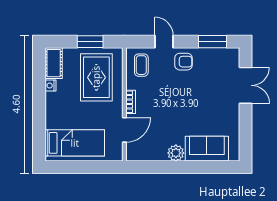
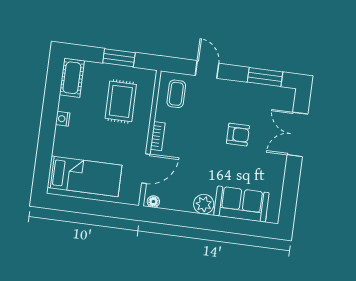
armchair: (183, 62) -> (238, 135), moved
rug: (96, 77) -> (121, 101), width x0.73, depth x0.70
double door: (245, 85) -> (298, 134), swing flipped
nightstand: (51, 86) -> (63, 119), moved
floor lamp: (134, 156) -> (153, 202), added

